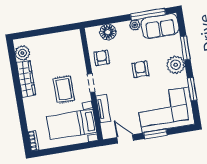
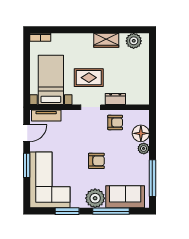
plant: (135, 25) -> (144, 148), moved
sofa: (160, 26) -> (125, 197), moved, turned 90
window: (185, 48) -> (111, 211), width x1.44
dresser: (80, 61) -> (115, 99), added
wardrobe: (26, 79) -> (106, 40), width x0.67
tv unit: (103, 108) -> (46, 115), moved

